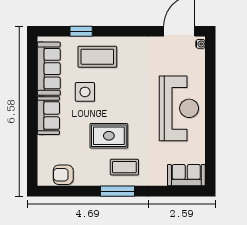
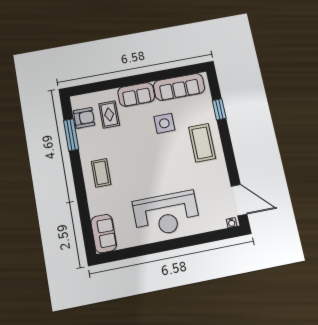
coffee table: (97, 57) -> (202, 143), moved
rug: (109, 136) -> (109, 114), moved, width x0.73, depth x0.70
armchair: (63, 175) -> (84, 118), turned 90
window: (117, 191) -> (71, 135), moved

